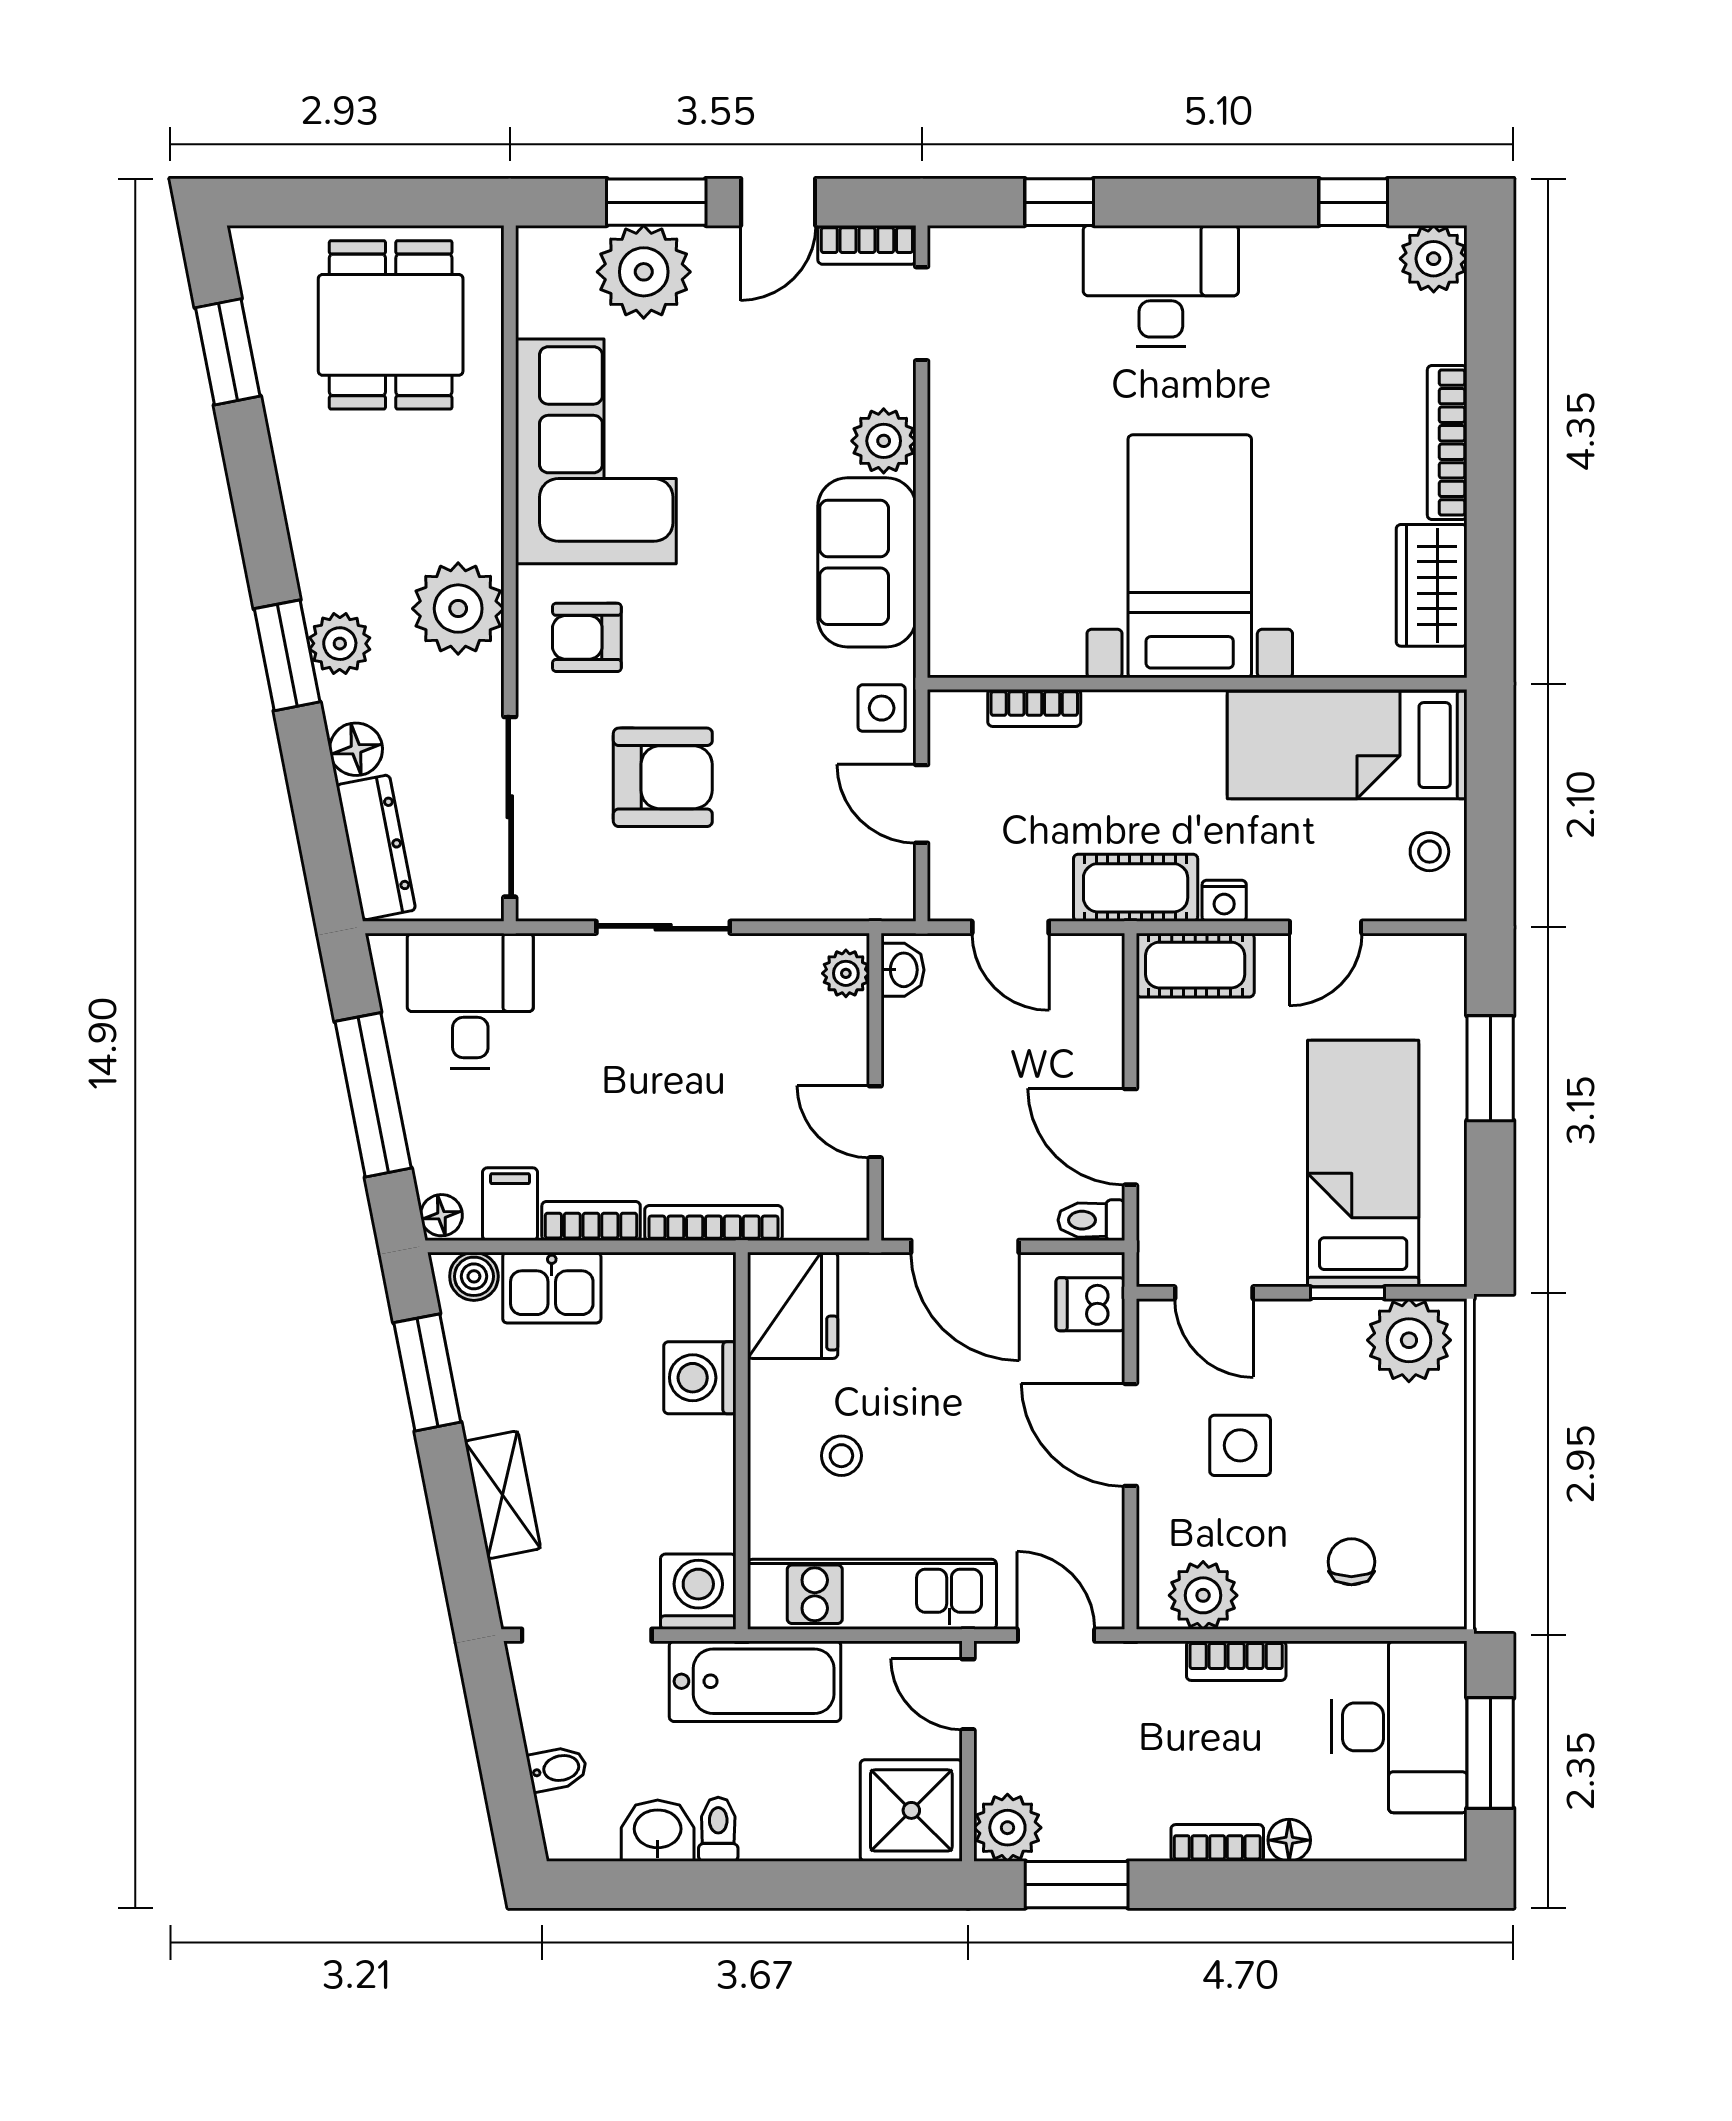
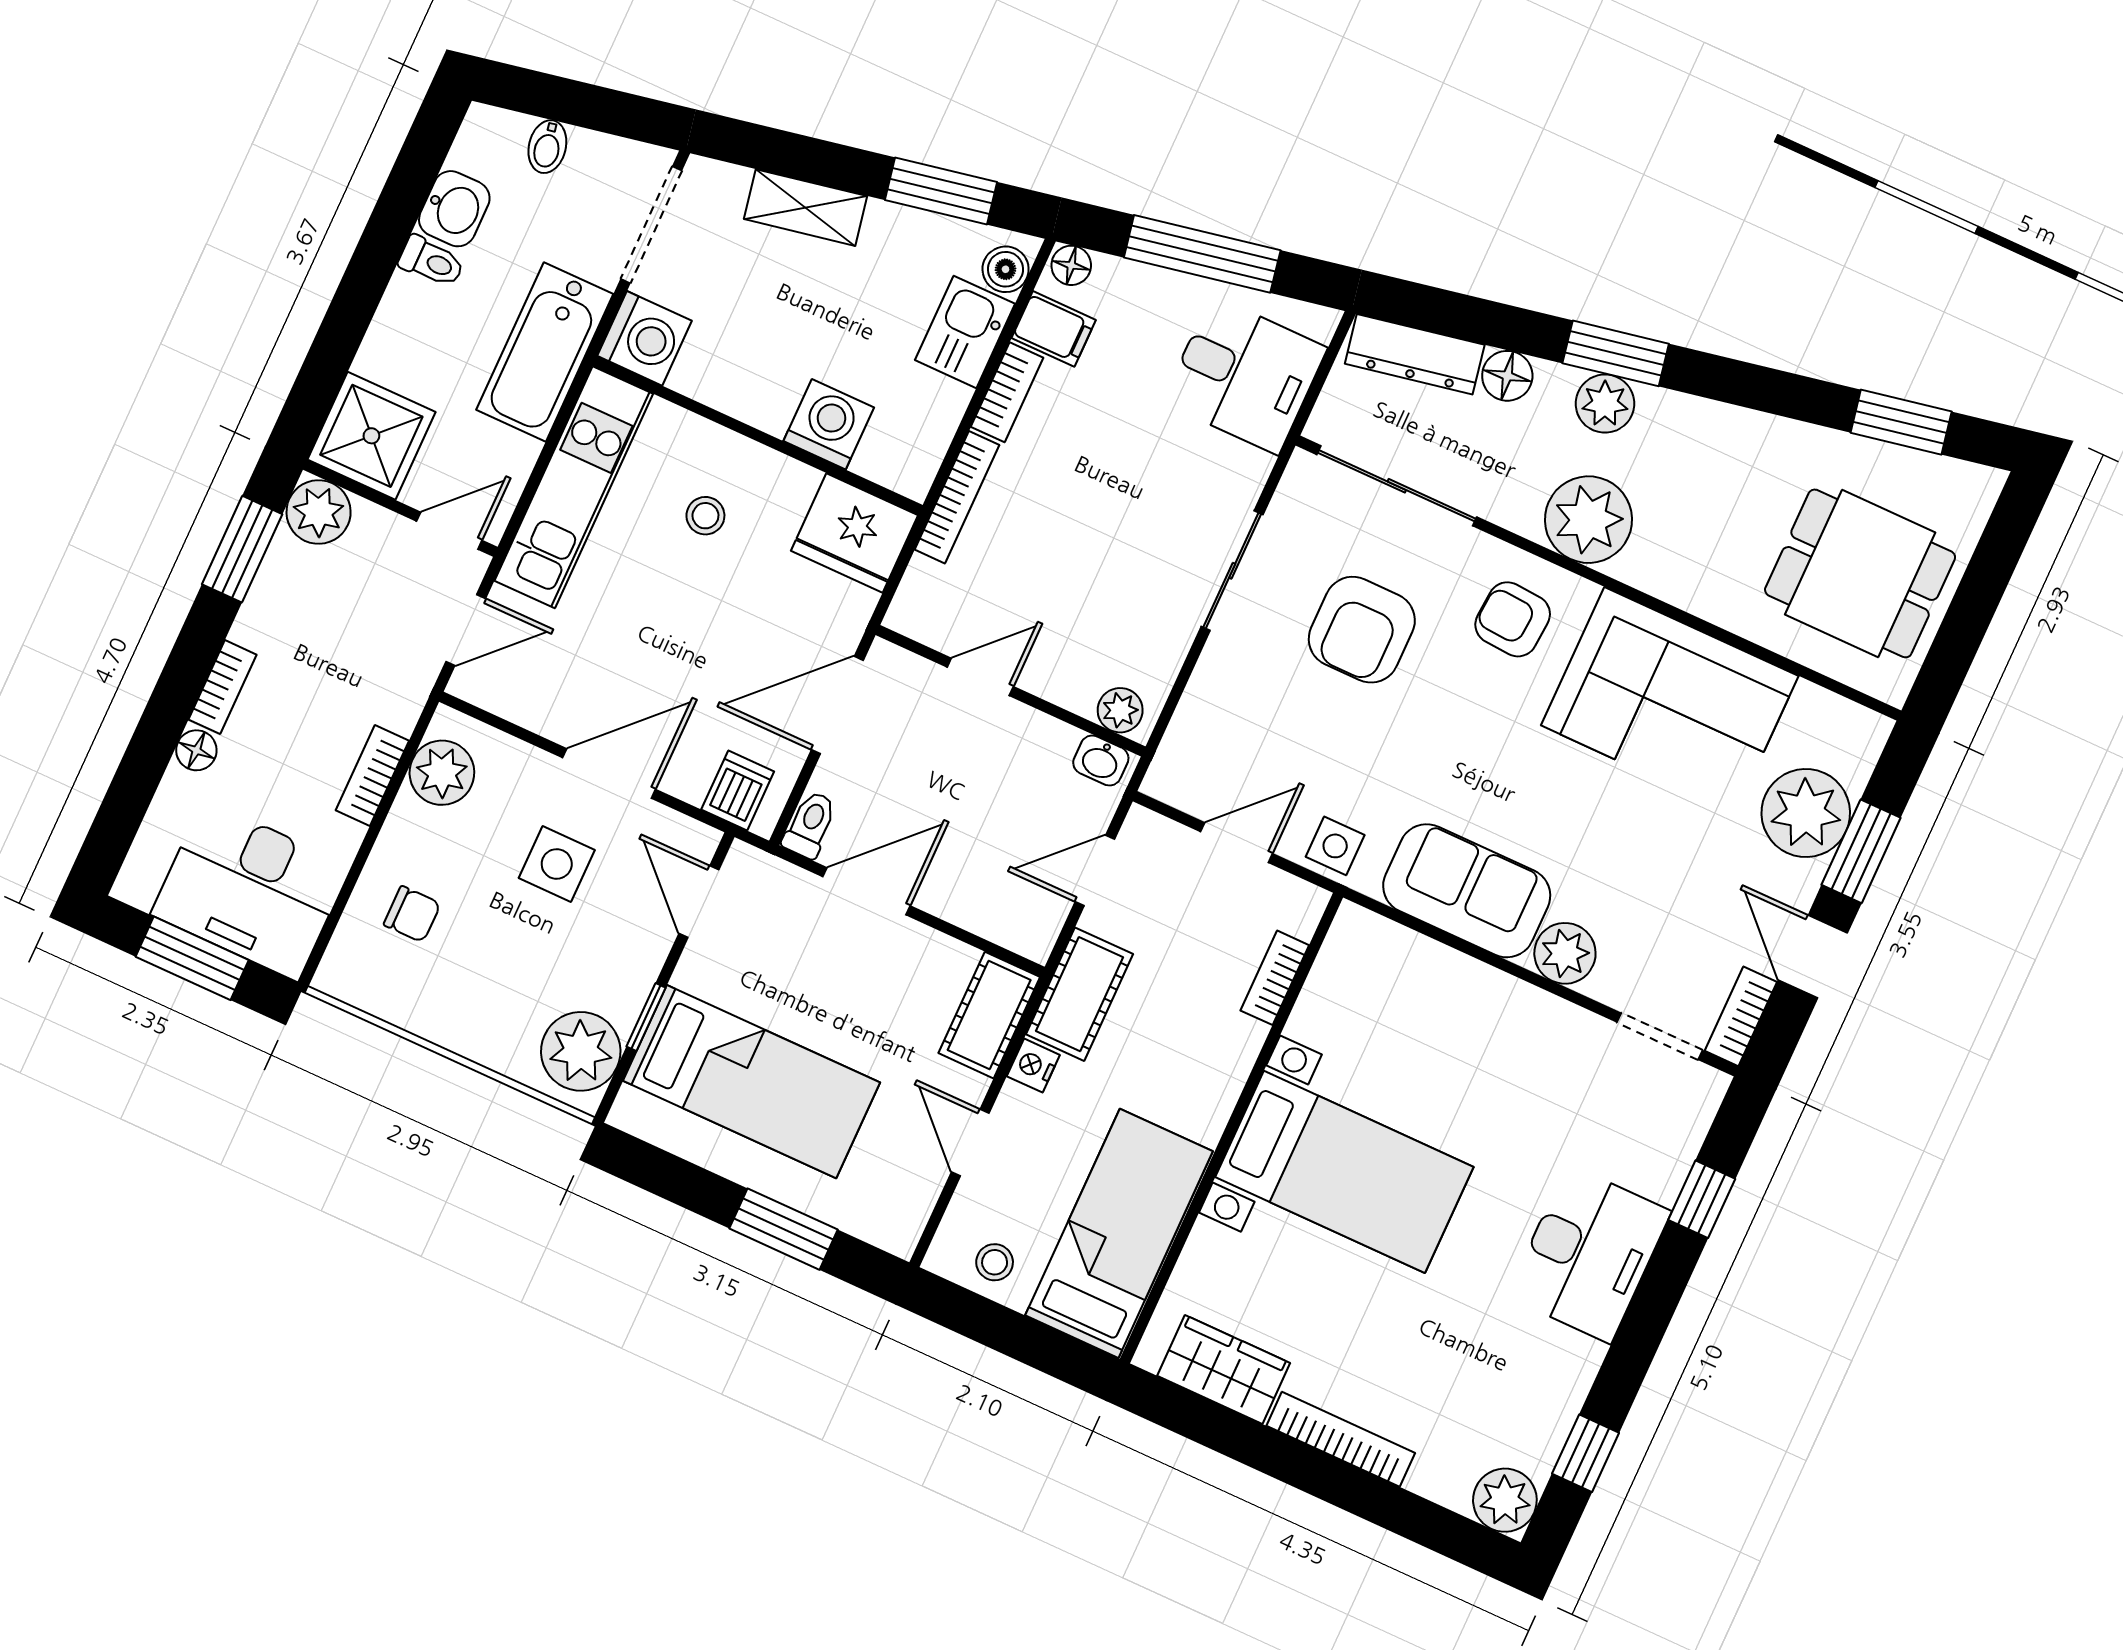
armchair: (587, 637) -> (1513, 619), turned -86
door: (1214, 1293) -> (699, 902), hinge flipped

